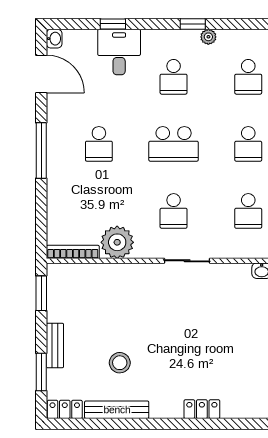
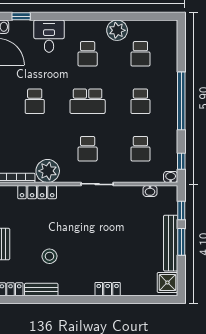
window: (113, 24) -> (21, 16), moved
window: (193, 24) -> (101, 16), removed
plant: (208, 37) -> (117, 30), width x1.87, depth x1.87
locker: (102, 272) -> (37, 192), added
bench: (117, 410) -> (41, 289), width x0.73

